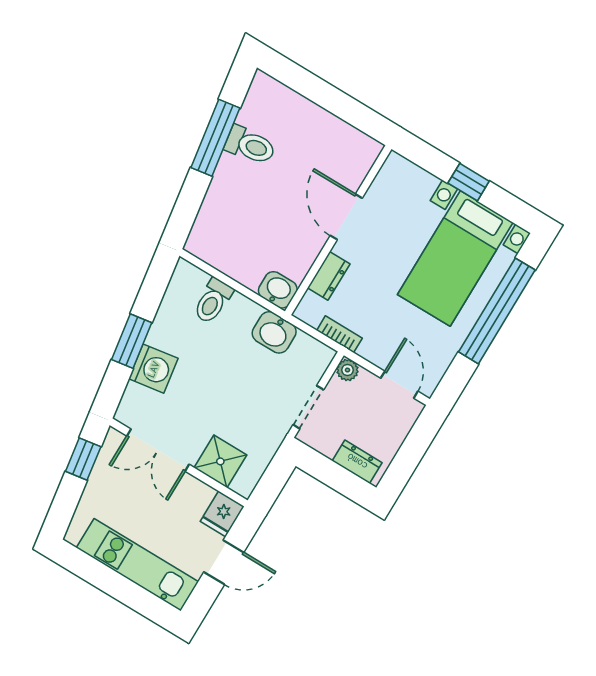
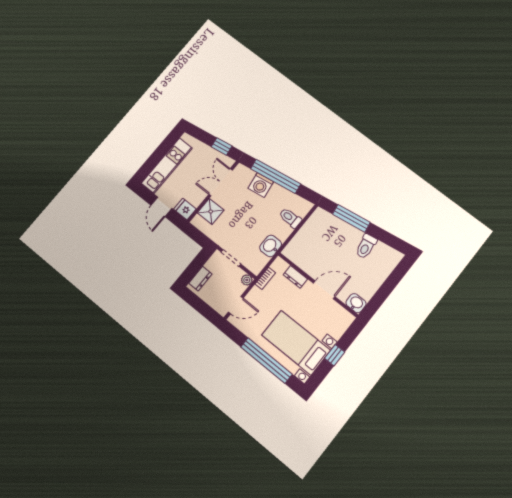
window: (215, 138) -> (351, 218), moved
washbasin: (278, 290) -> (356, 303), moved, turned -90
window: (132, 341) -> (276, 176), width x2.11

